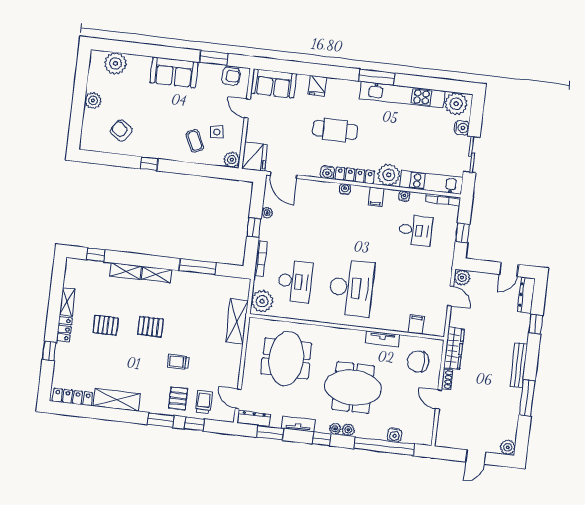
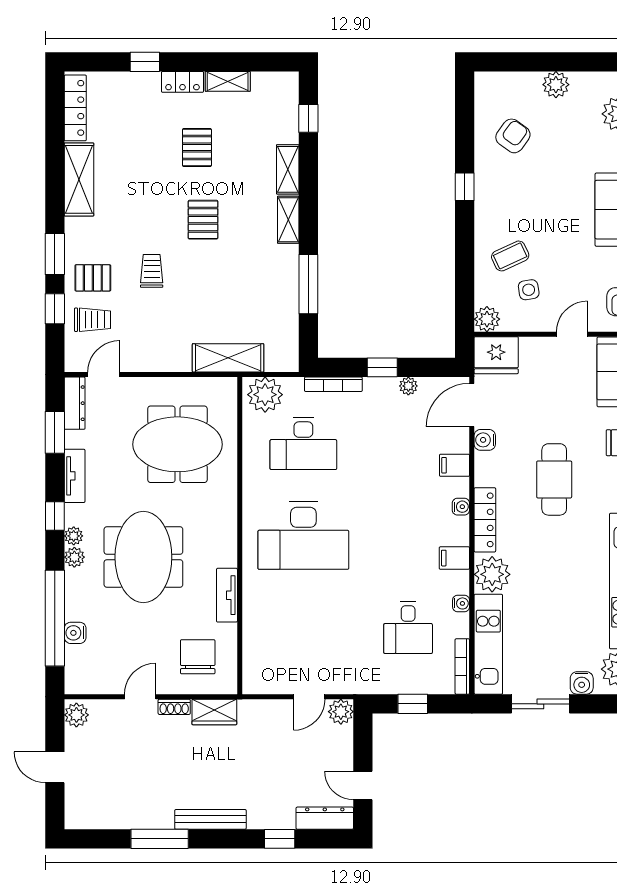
water cooler: (327, 172) -> (485, 440), moved
filing cabinet: (416, 324) -> (455, 465), moved, turned 180
wardrobe: (454, 348) -> (214, 712), width x0.67
plant: (508, 447) -> (76, 715), moved

